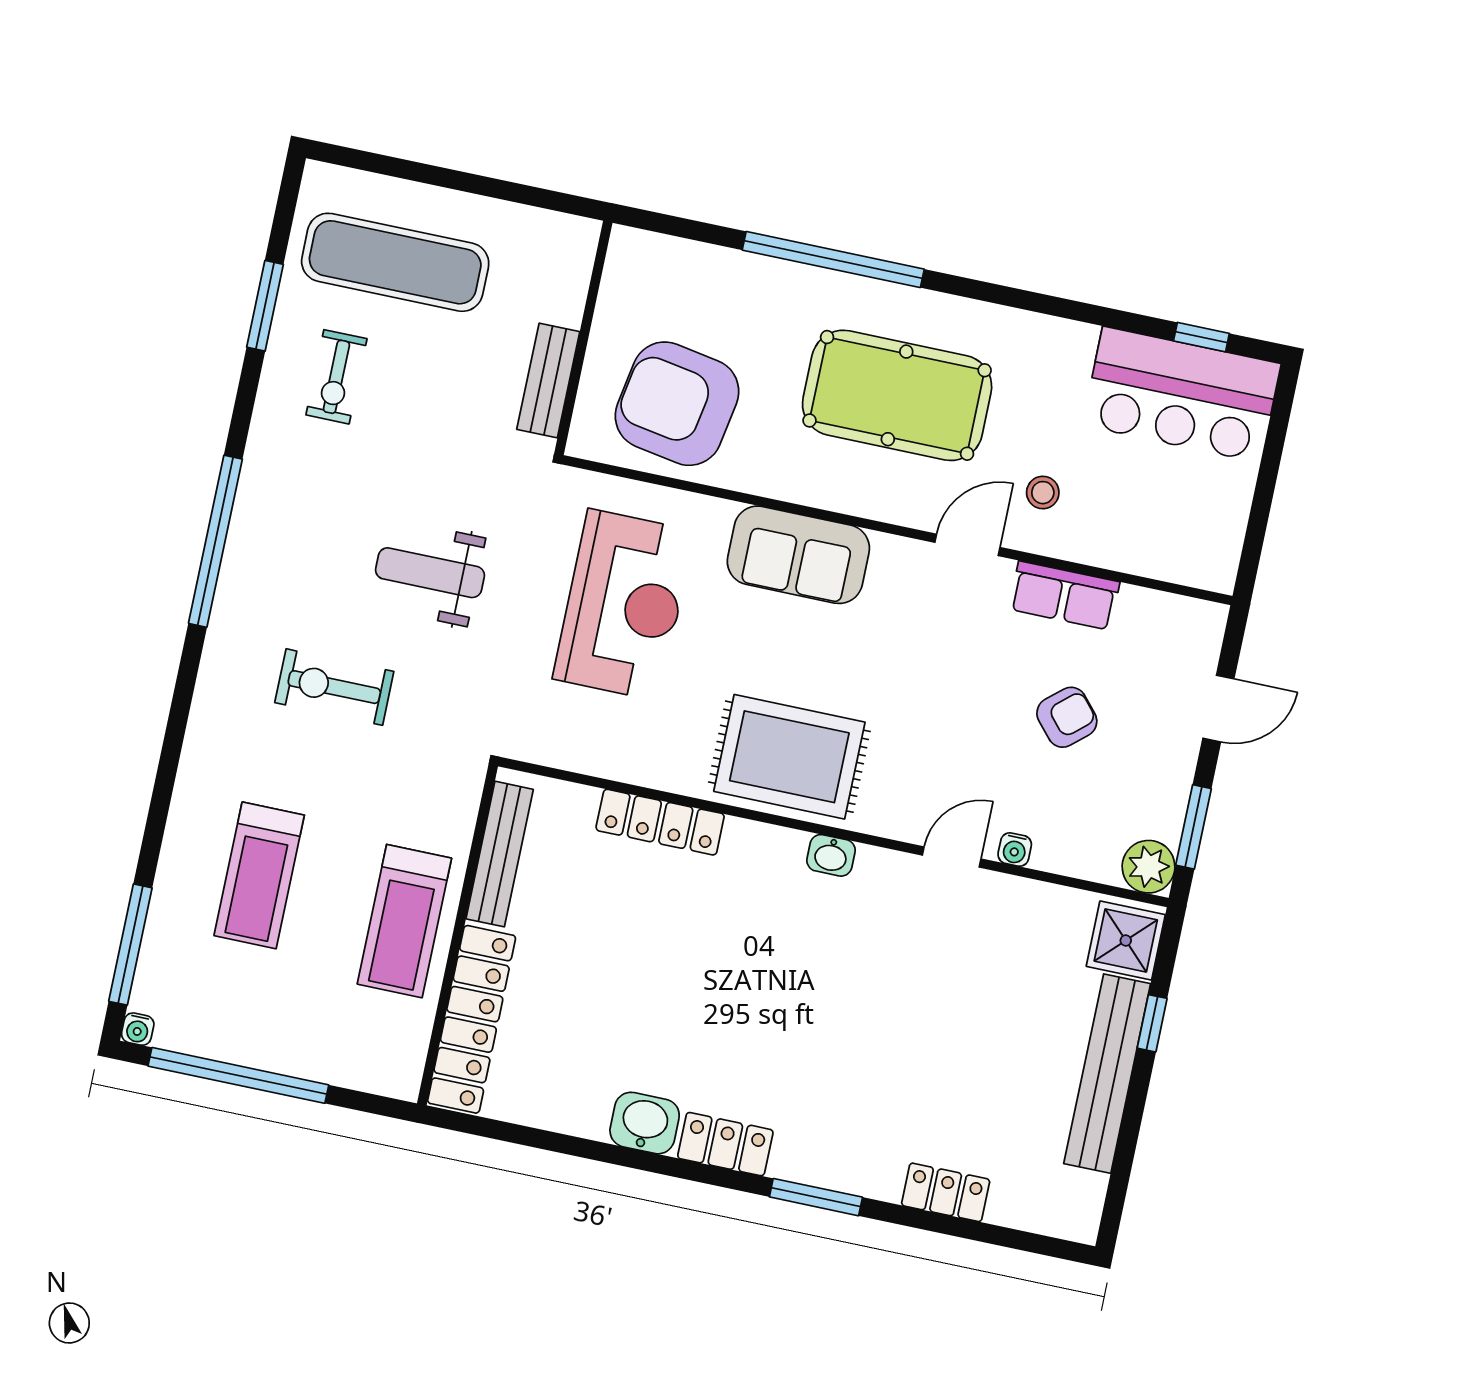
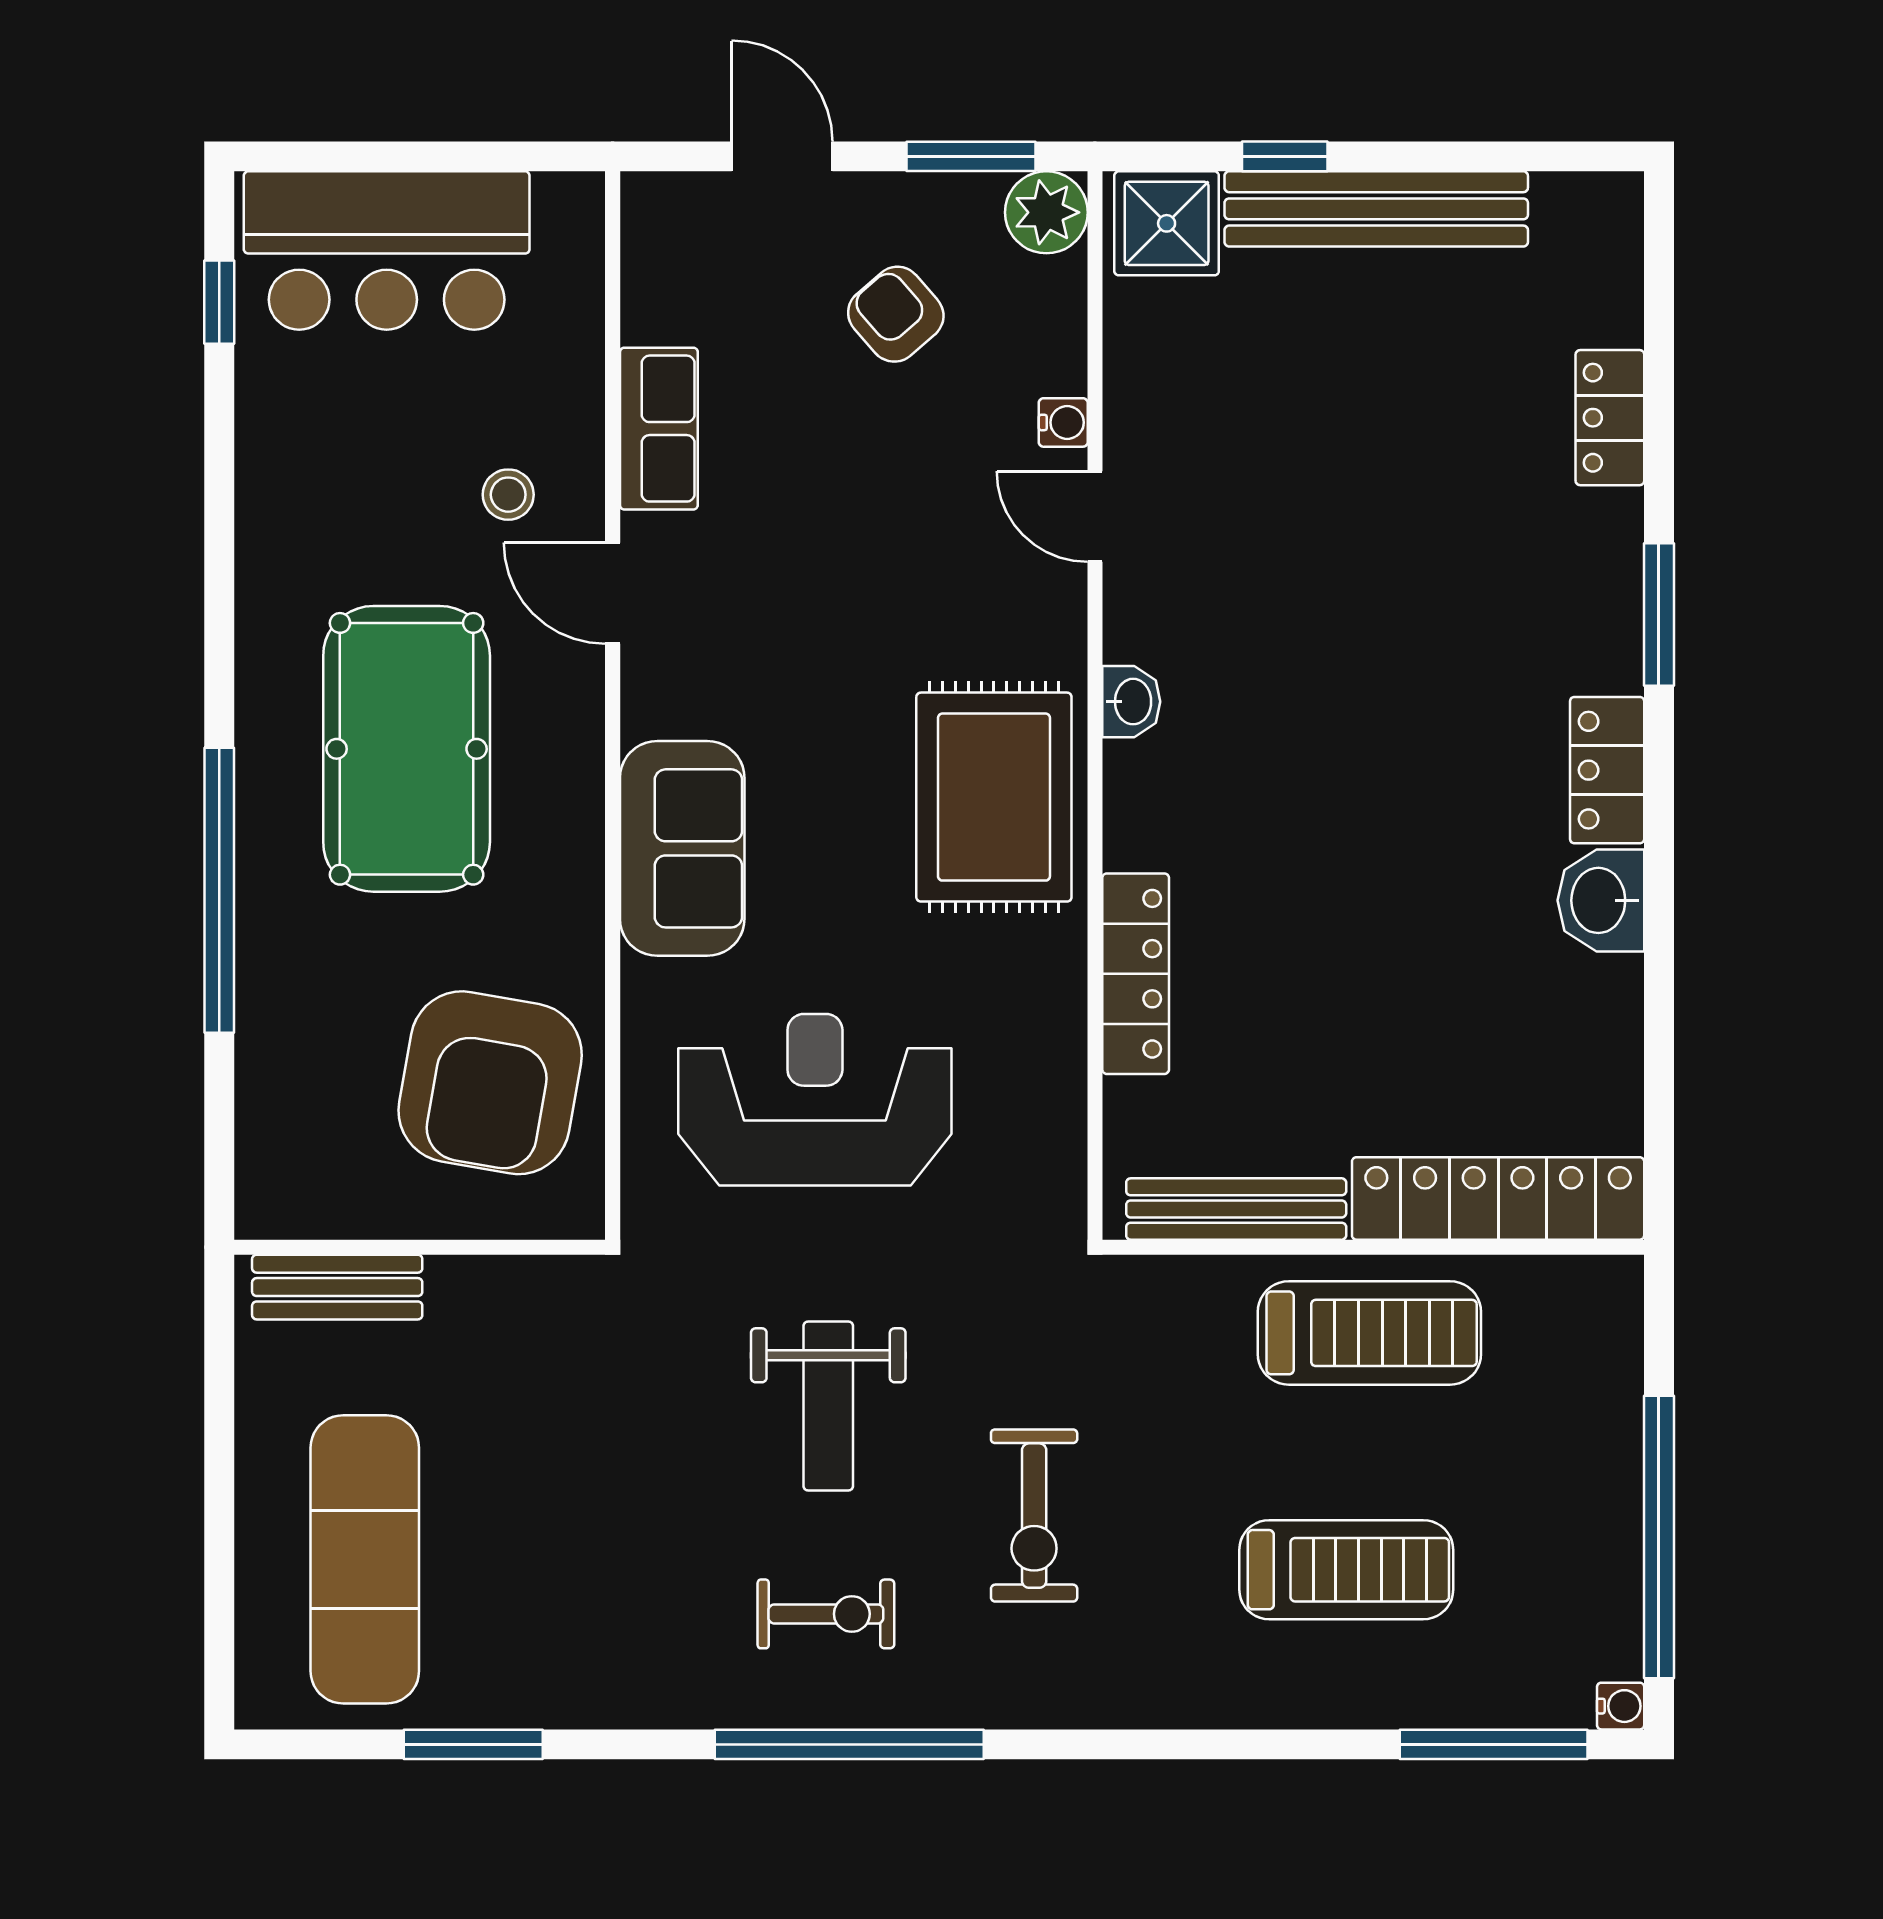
exercise bike: (336, 377) -> (826, 1614), moved
bench: (548, 381) -> (337, 1287), moved
bar counter: (1182, 394) -> (387, 250), moved, turned 90
armchair: (1067, 717) -> (896, 314), moved

